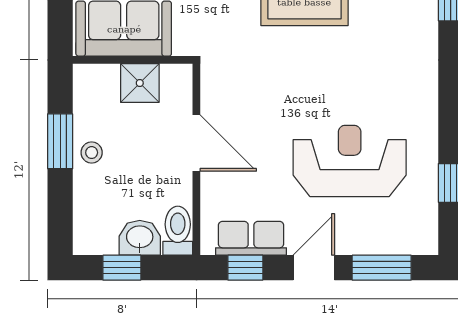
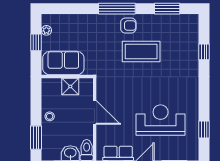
window: (60, 141) -> (36, 138), moved

